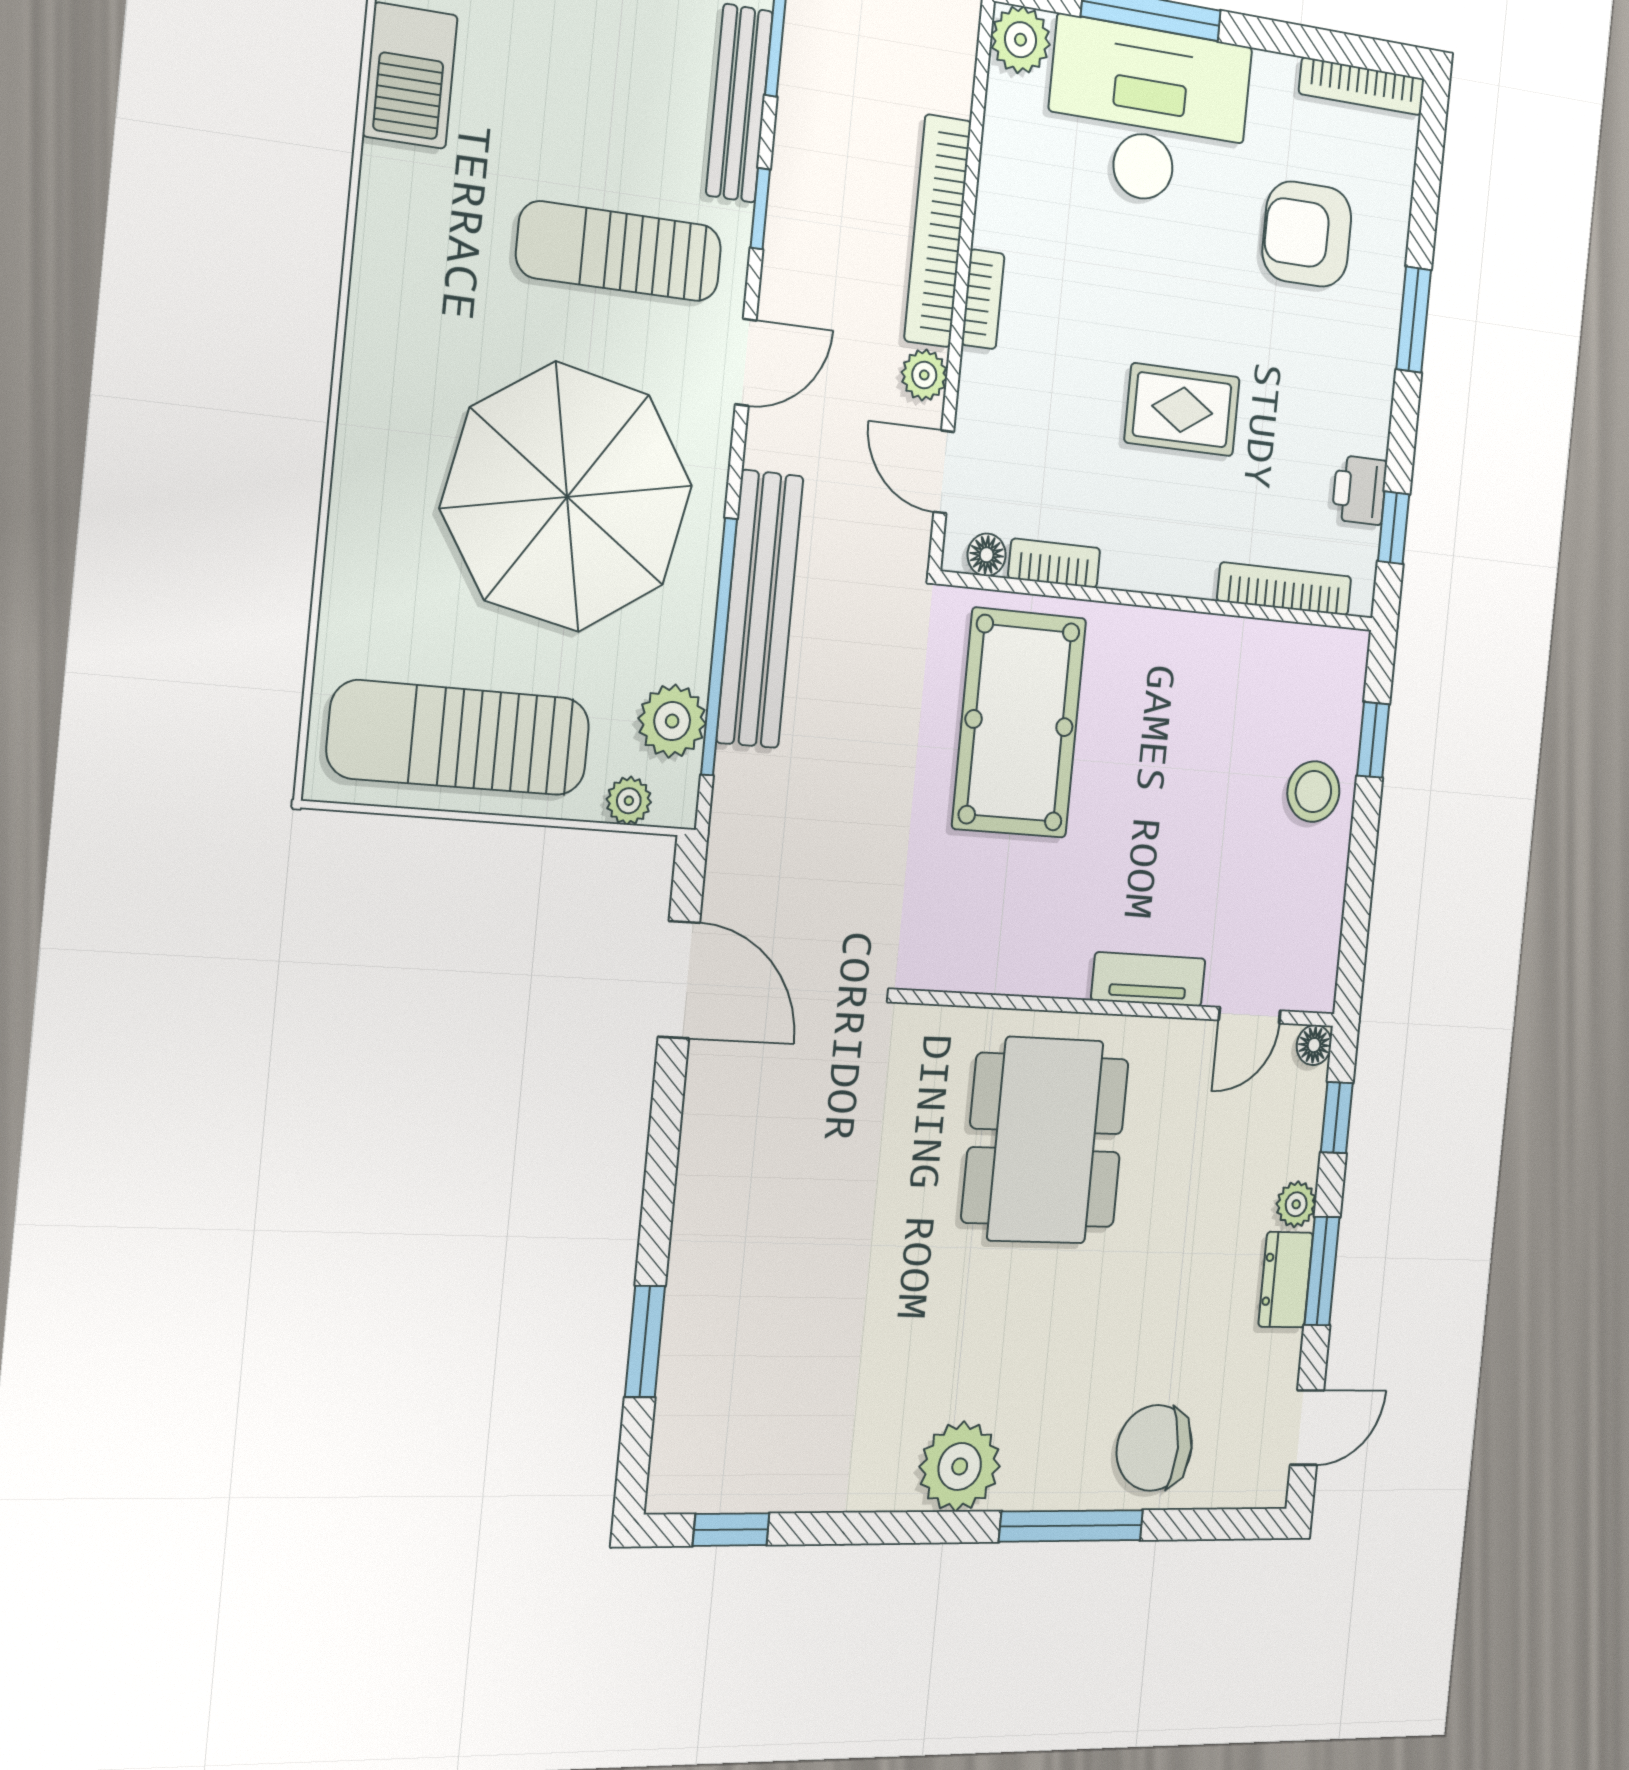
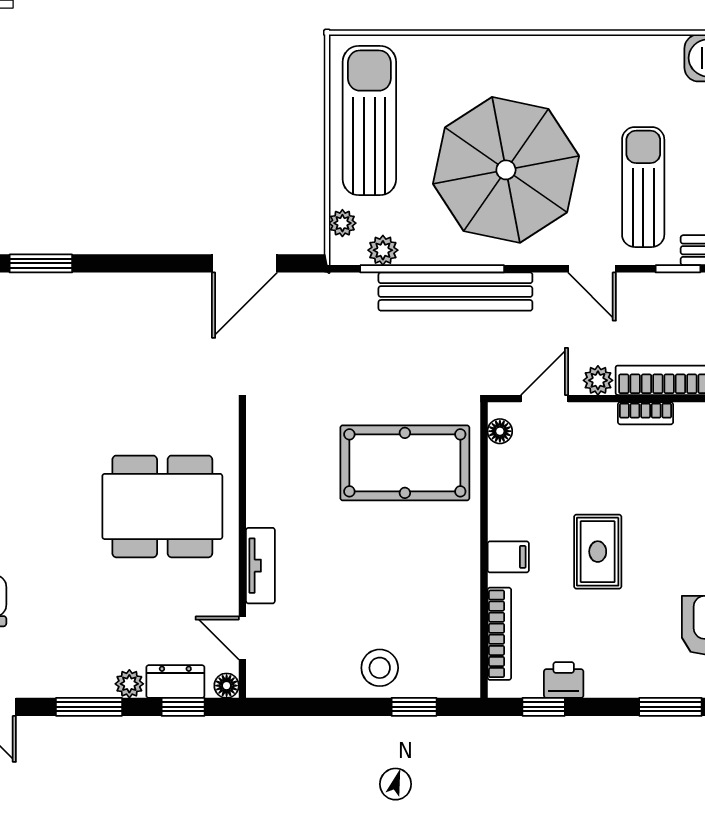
filing cabinet: (1175, 562) -> (508, 557), added
bookcase: (1054, 563) -> (499, 476), removed
plant: (672, 721) -> (383, 250), width x0.73, depth x0.73
dresser: (1286, 1280) -> (175, 682), moved

